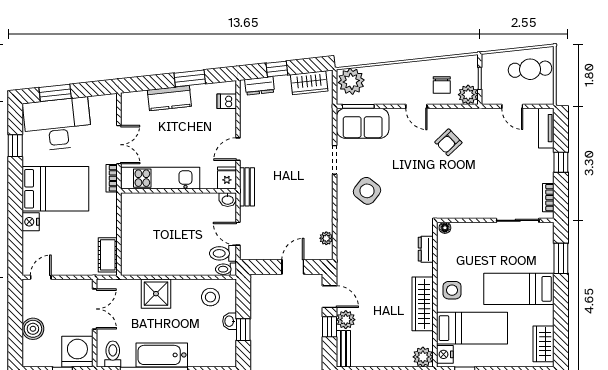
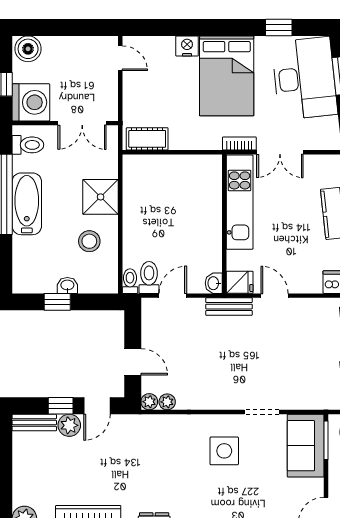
side table: (367, 191) -> (224, 451), turned -38
plant: (326, 253) -> (149, 402), added
stool: (210, 297) -> (89, 241), moved
boiler: (33, 329) -> (28, 49), moved

